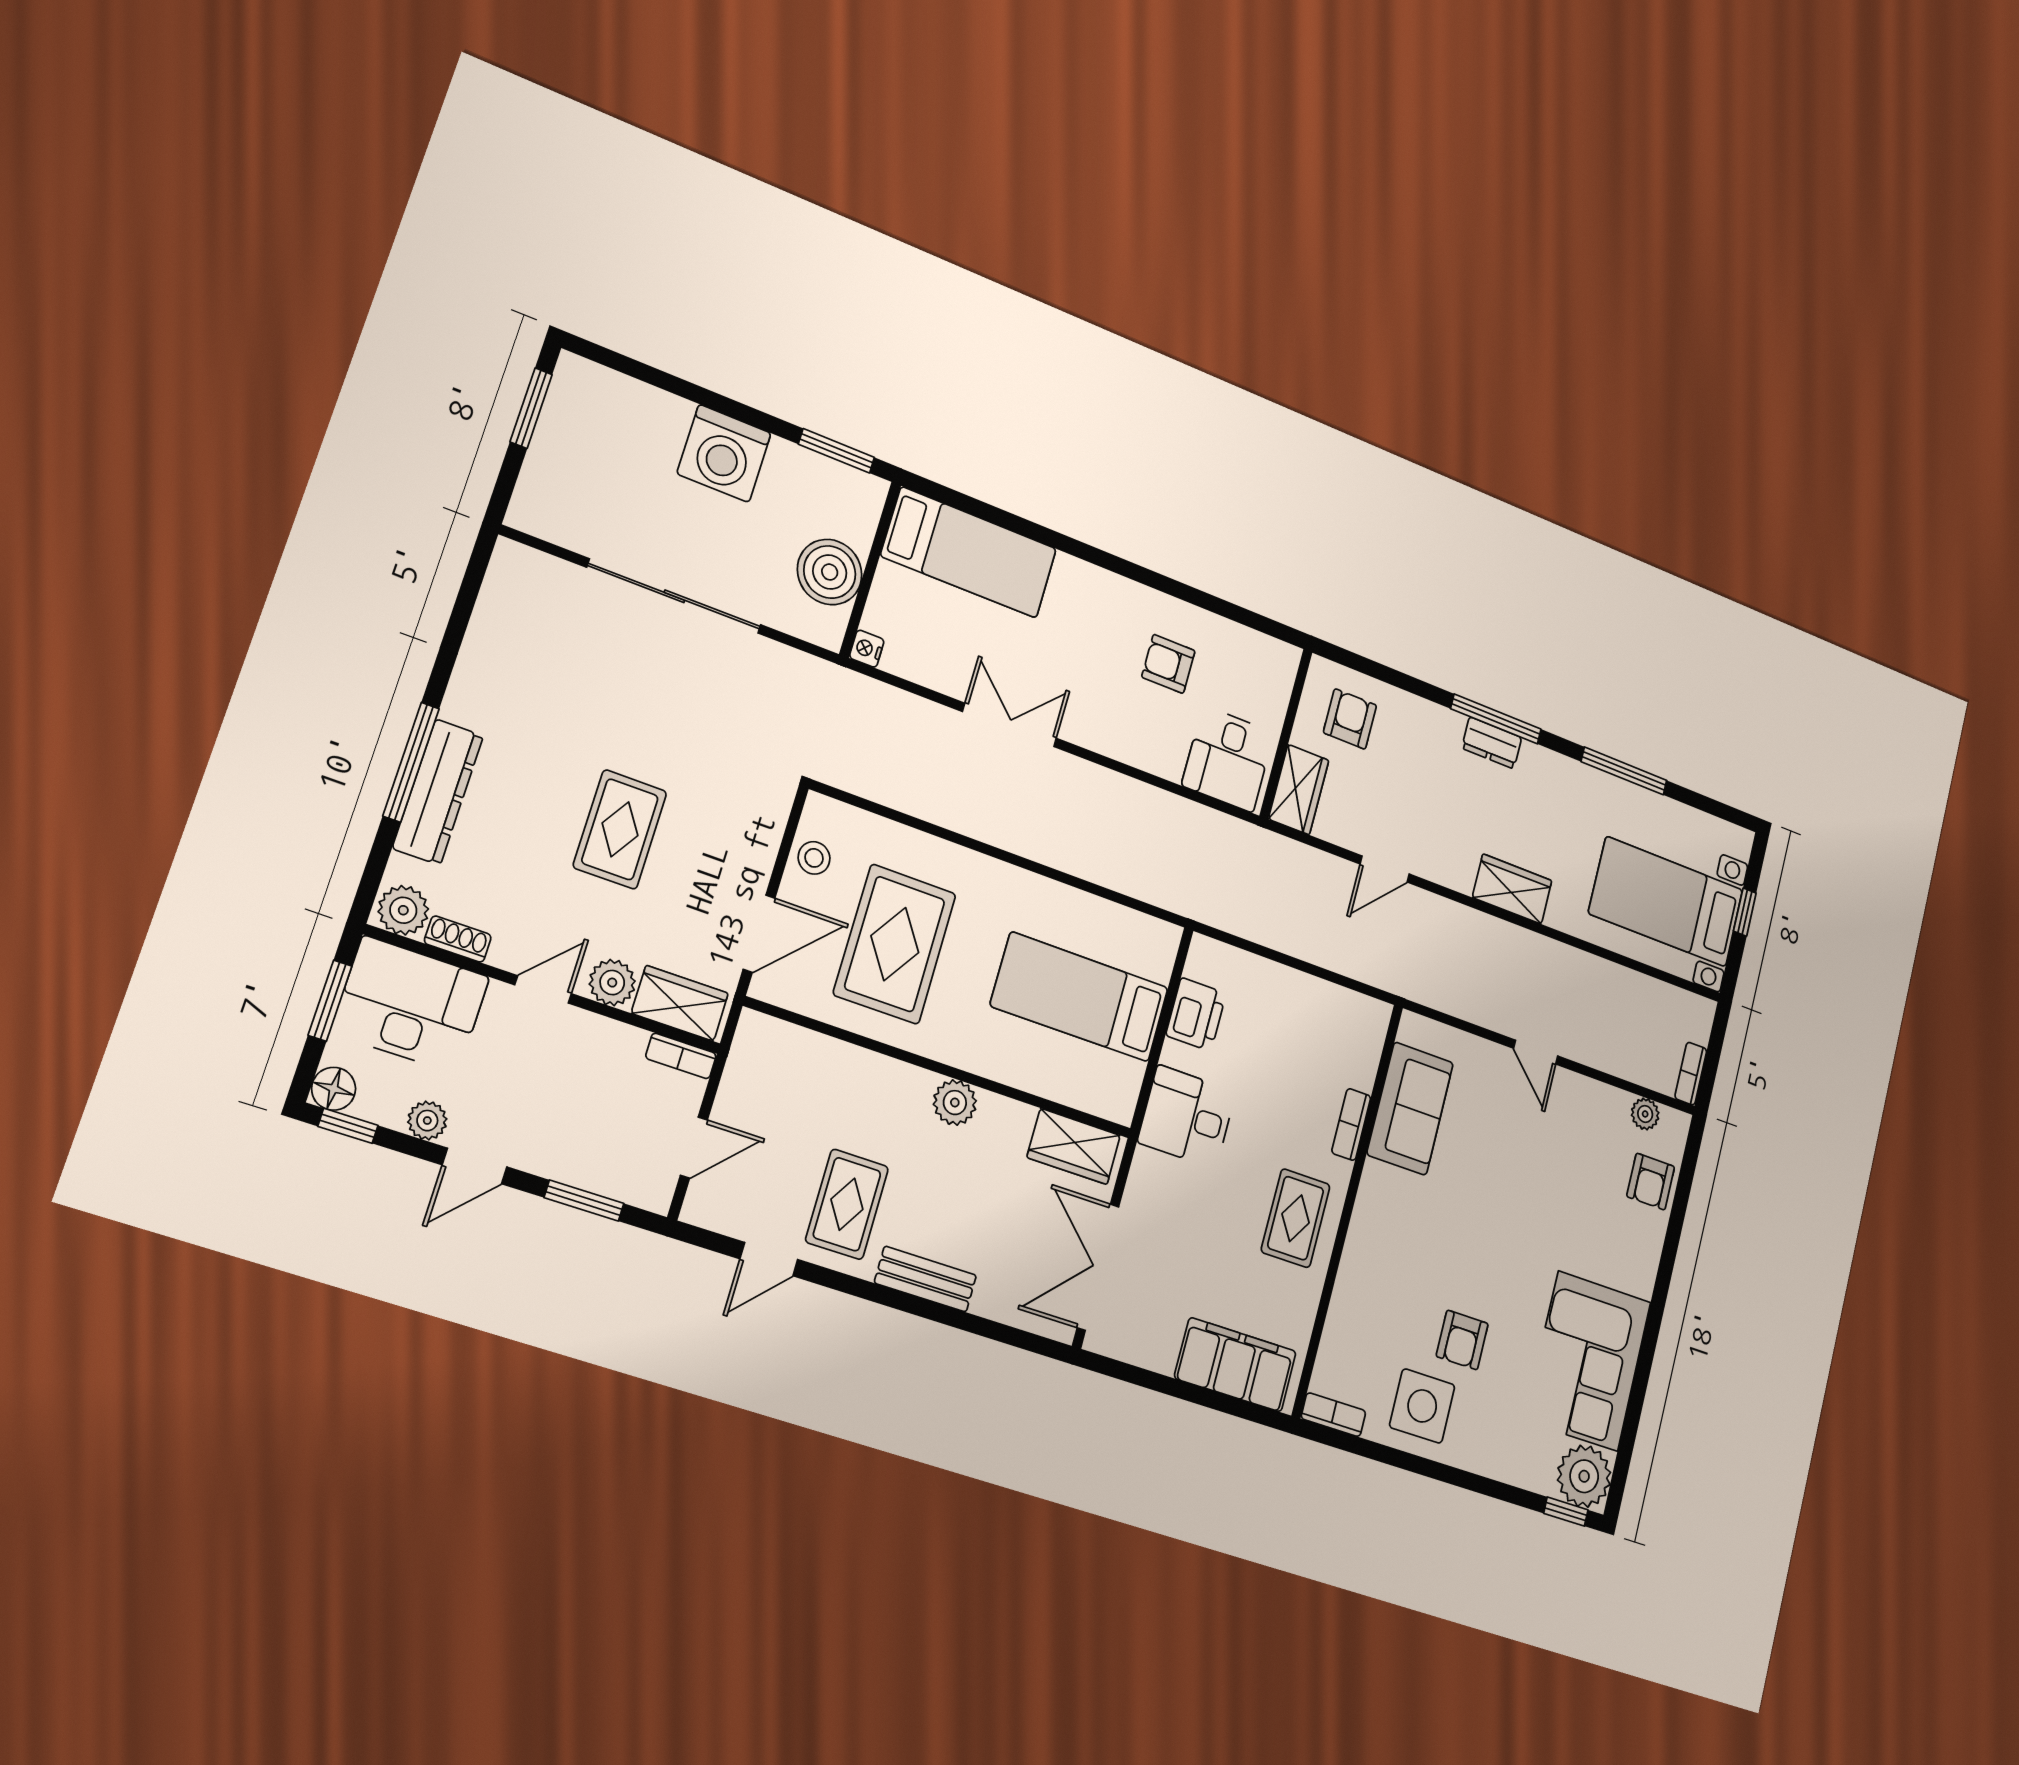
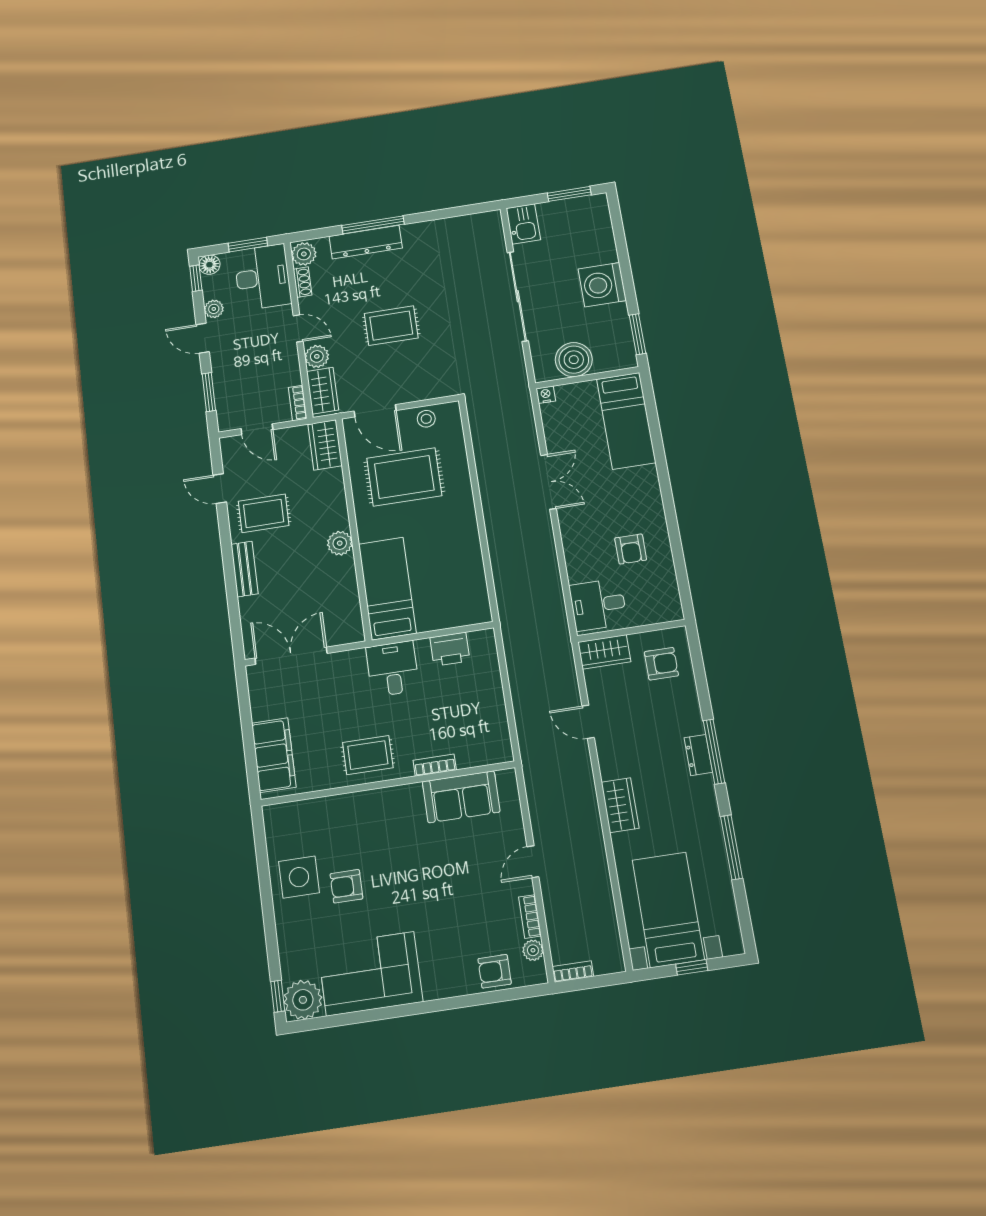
kitchen sink: (547, 513) -> (523, 224), added
armchair: (1168, 664) -> (631, 549), turned 180
bed: (1080, 997) -> (387, 588), moved
wardrobe: (1074, 1146) -> (325, 445), moved
bookcase: (1333, 1415) -> (530, 916), moved, turned 180

